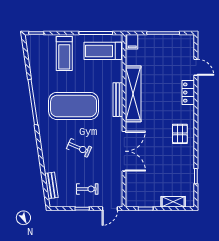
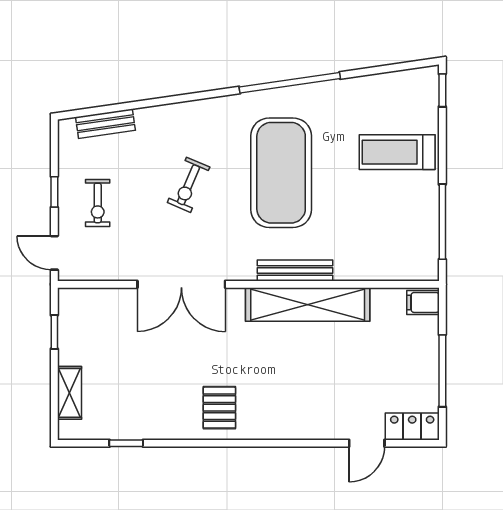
treadmill: (103, 51) -> (403, 237), removed
locker: (188, 92) -> (412, 426), moved
pallet: (180, 134) -> (219, 408), turned 90

